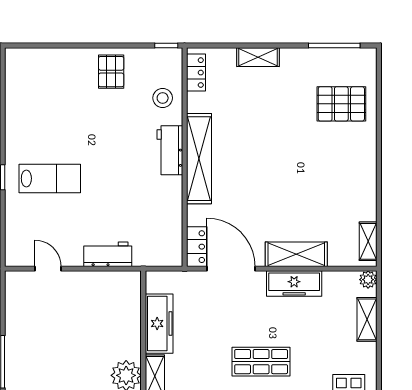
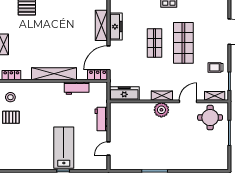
stool: (163, 98) -> (10, 97), moved
workbench: (170, 150) -> (77, 88), moved
lab bench: (50, 178) -> (64, 148), width x1.36, depth x1.39
freezer: (159, 324) -> (124, 93), moved

